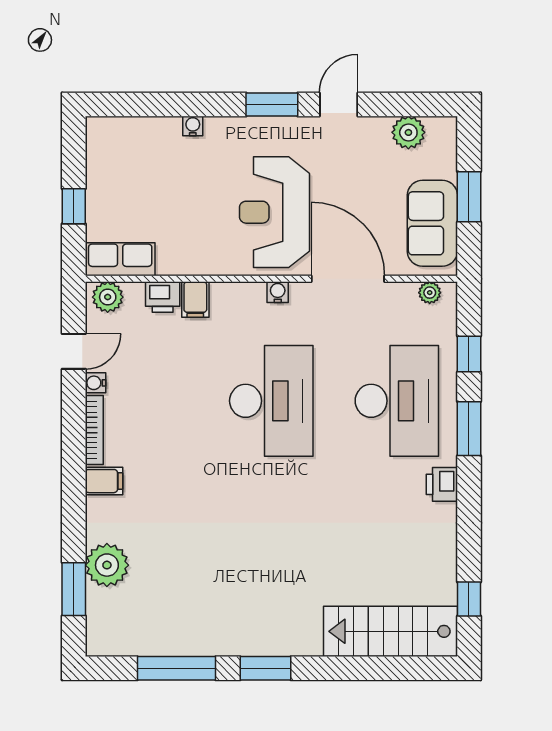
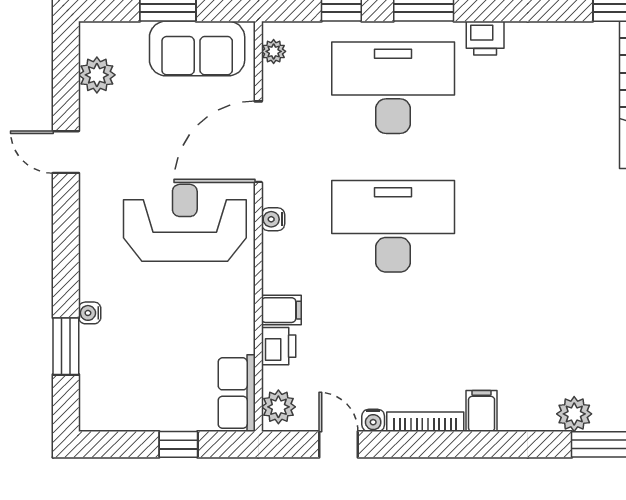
window: (272, 104) -> (66, 346), moved
reception desk: (274, 212) -> (185, 223), turned 180
plant: (107, 565) -> (574, 414), width x0.73, depth x0.73

